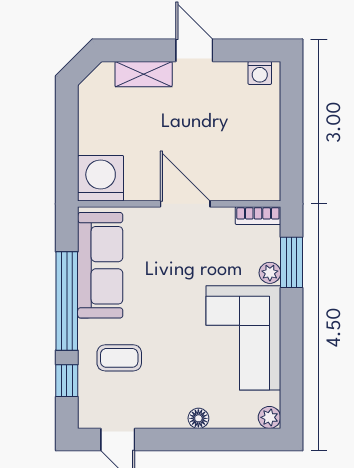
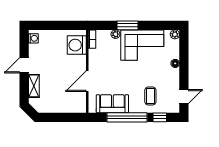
washing machine: (101, 178) -> (77, 45), moved
door: (185, 204) -> (87, 81), moved
window: (292, 262) -> (127, 25), moved
sofa: (100, 265) -> (112, 104), width x0.73

